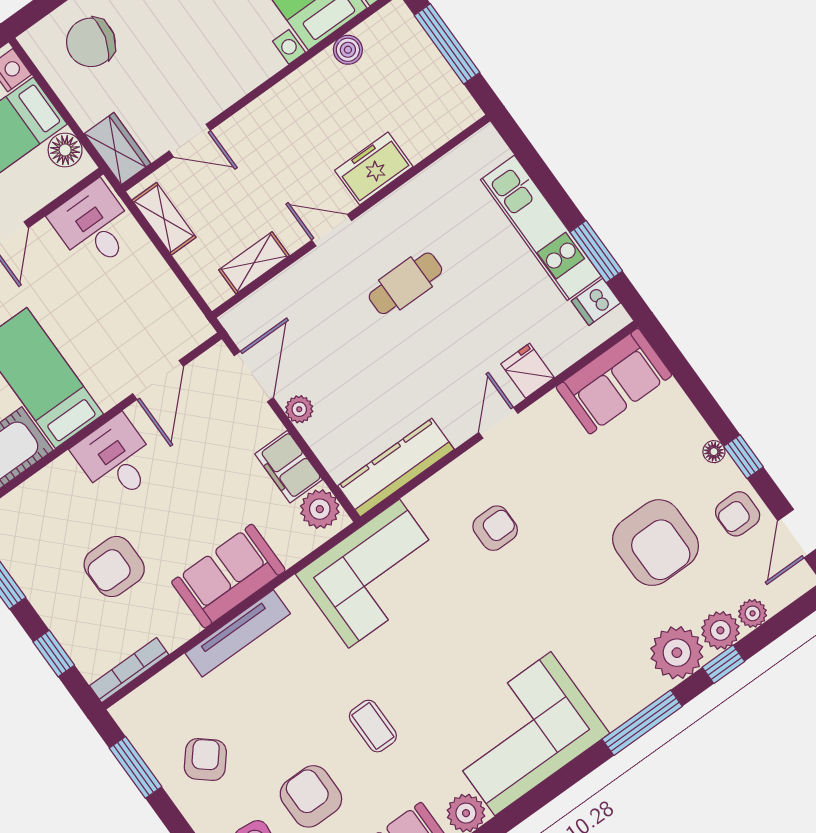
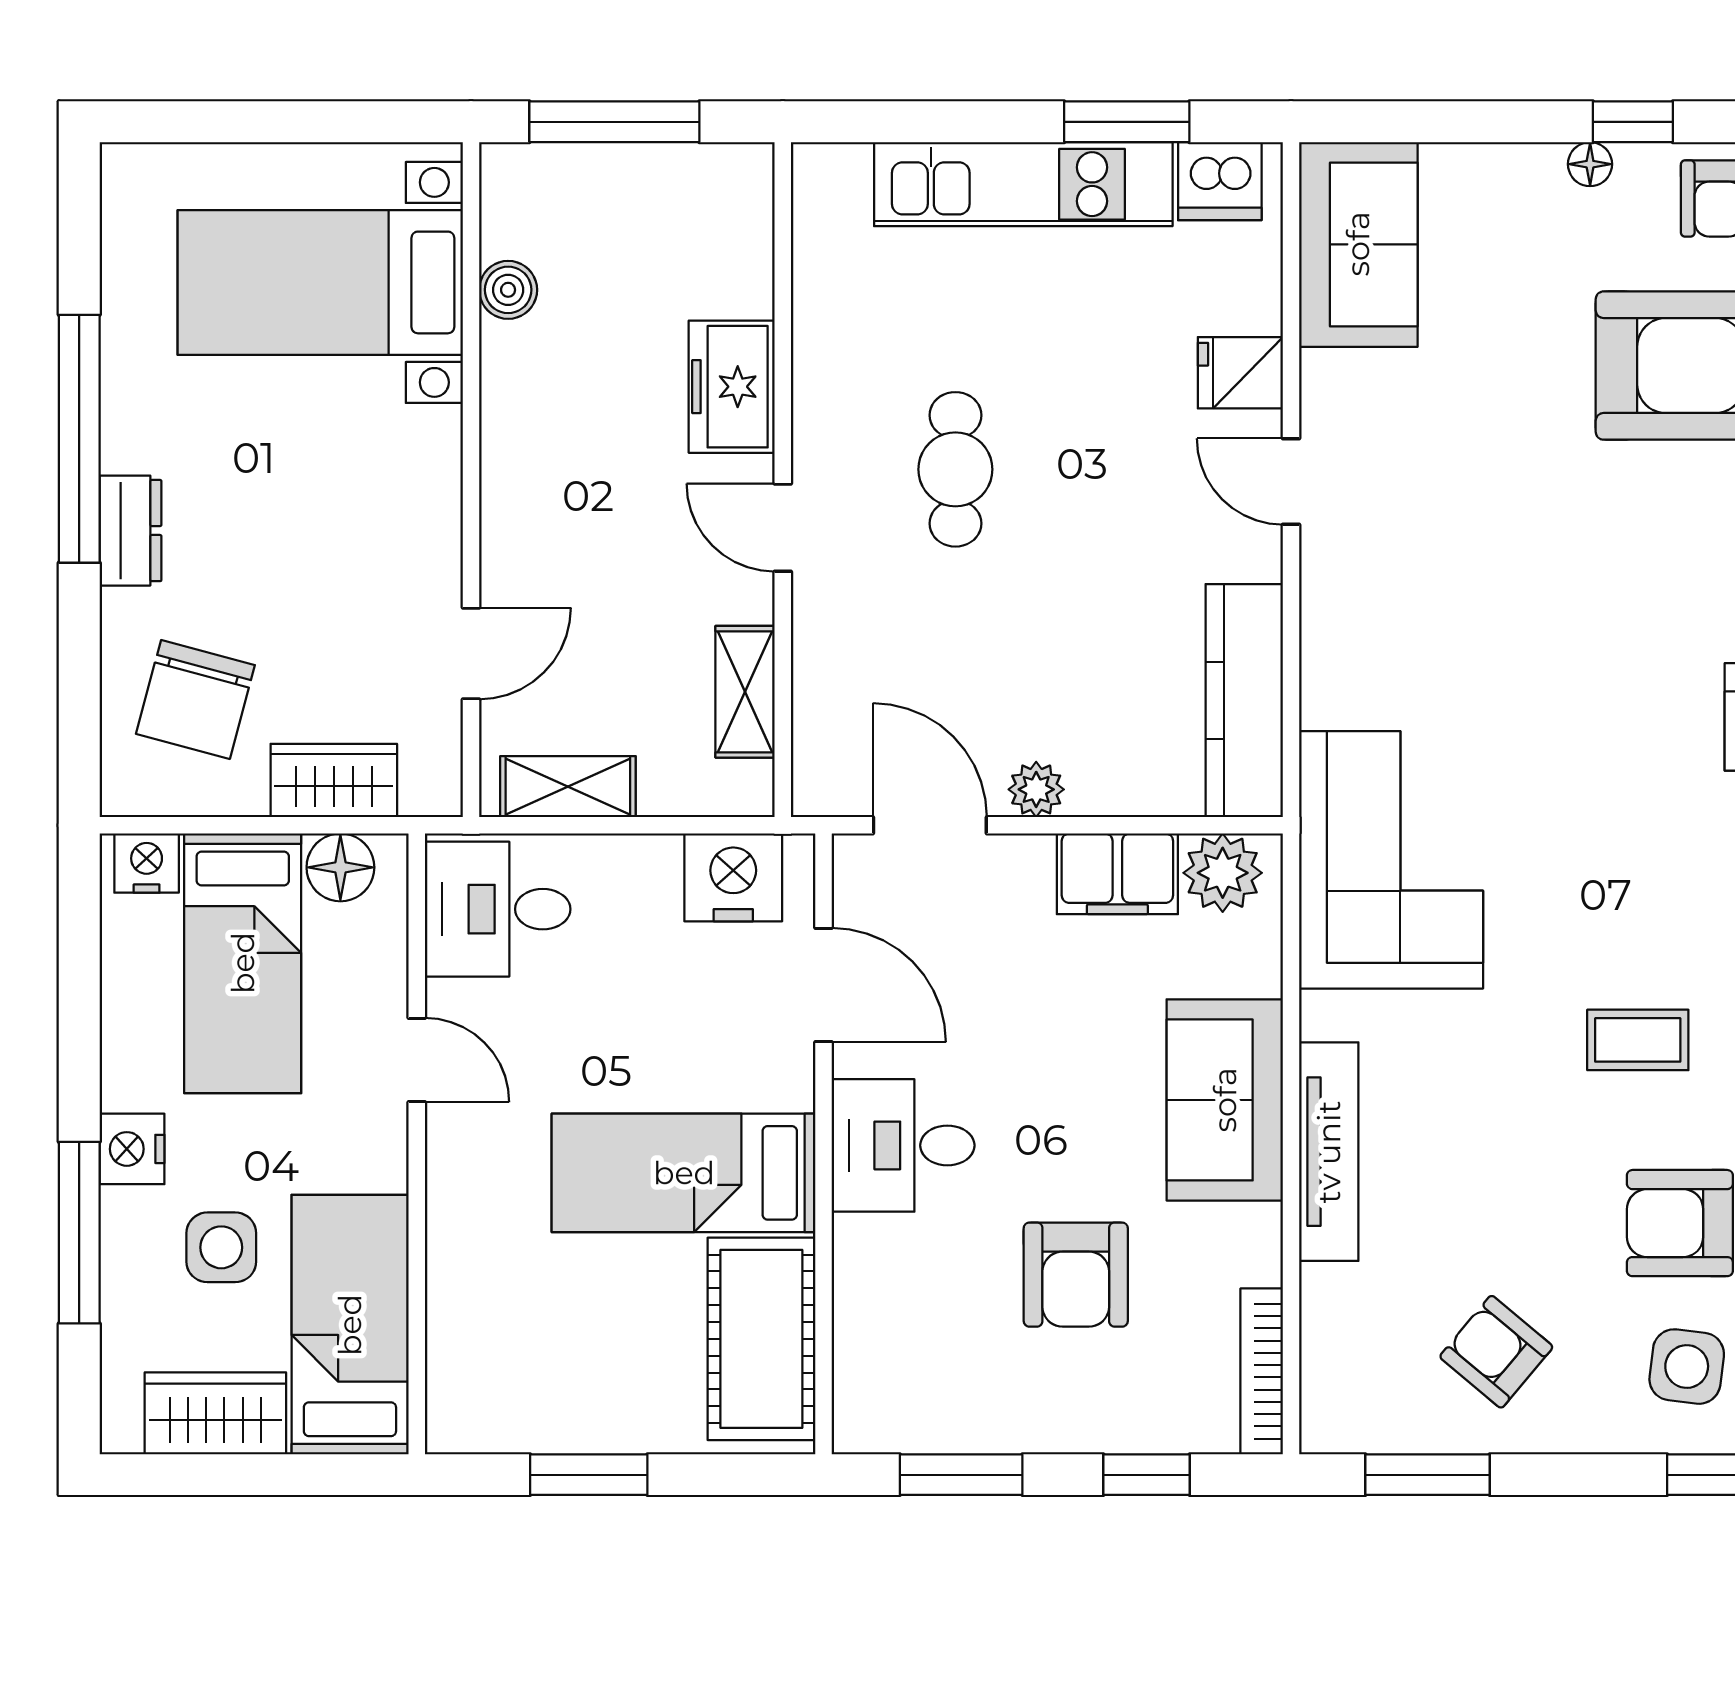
wardrobe: (117, 149) -> (334, 780), moved
door: (332, 230) -> (783, 528), hinge flipped
dishwasher: (596, 302) -> (1220, 181), width x1.38
nightstand: (175, 312) -> (733, 877), added
armchair: (495, 528) -> (1459, 610), removed

